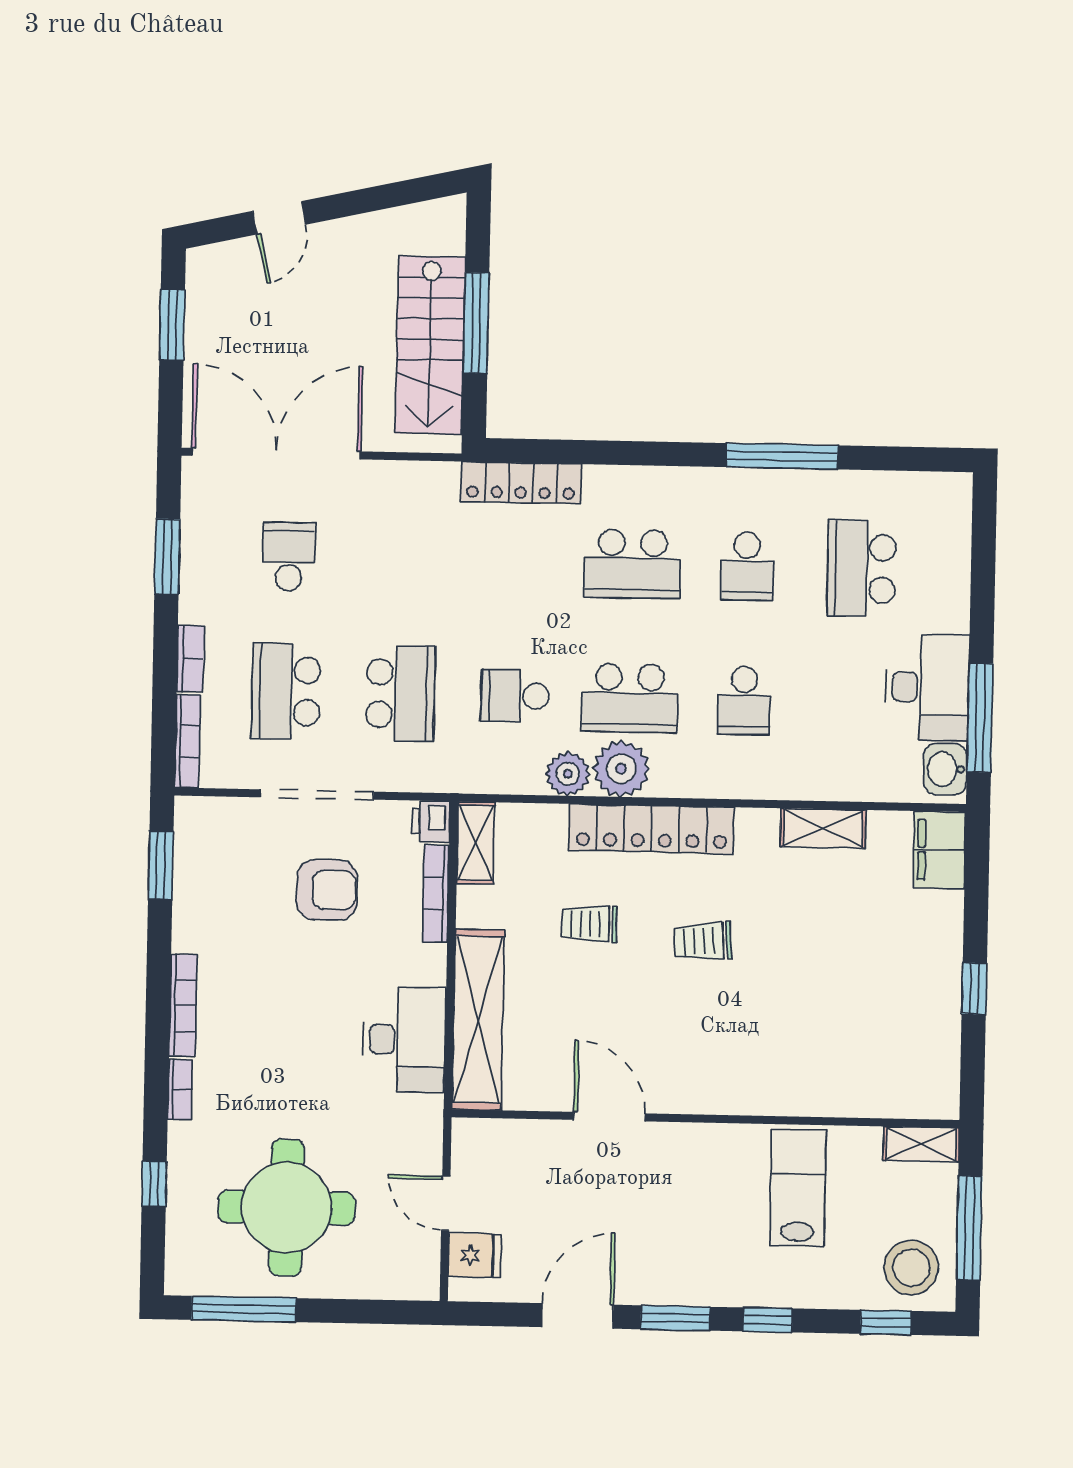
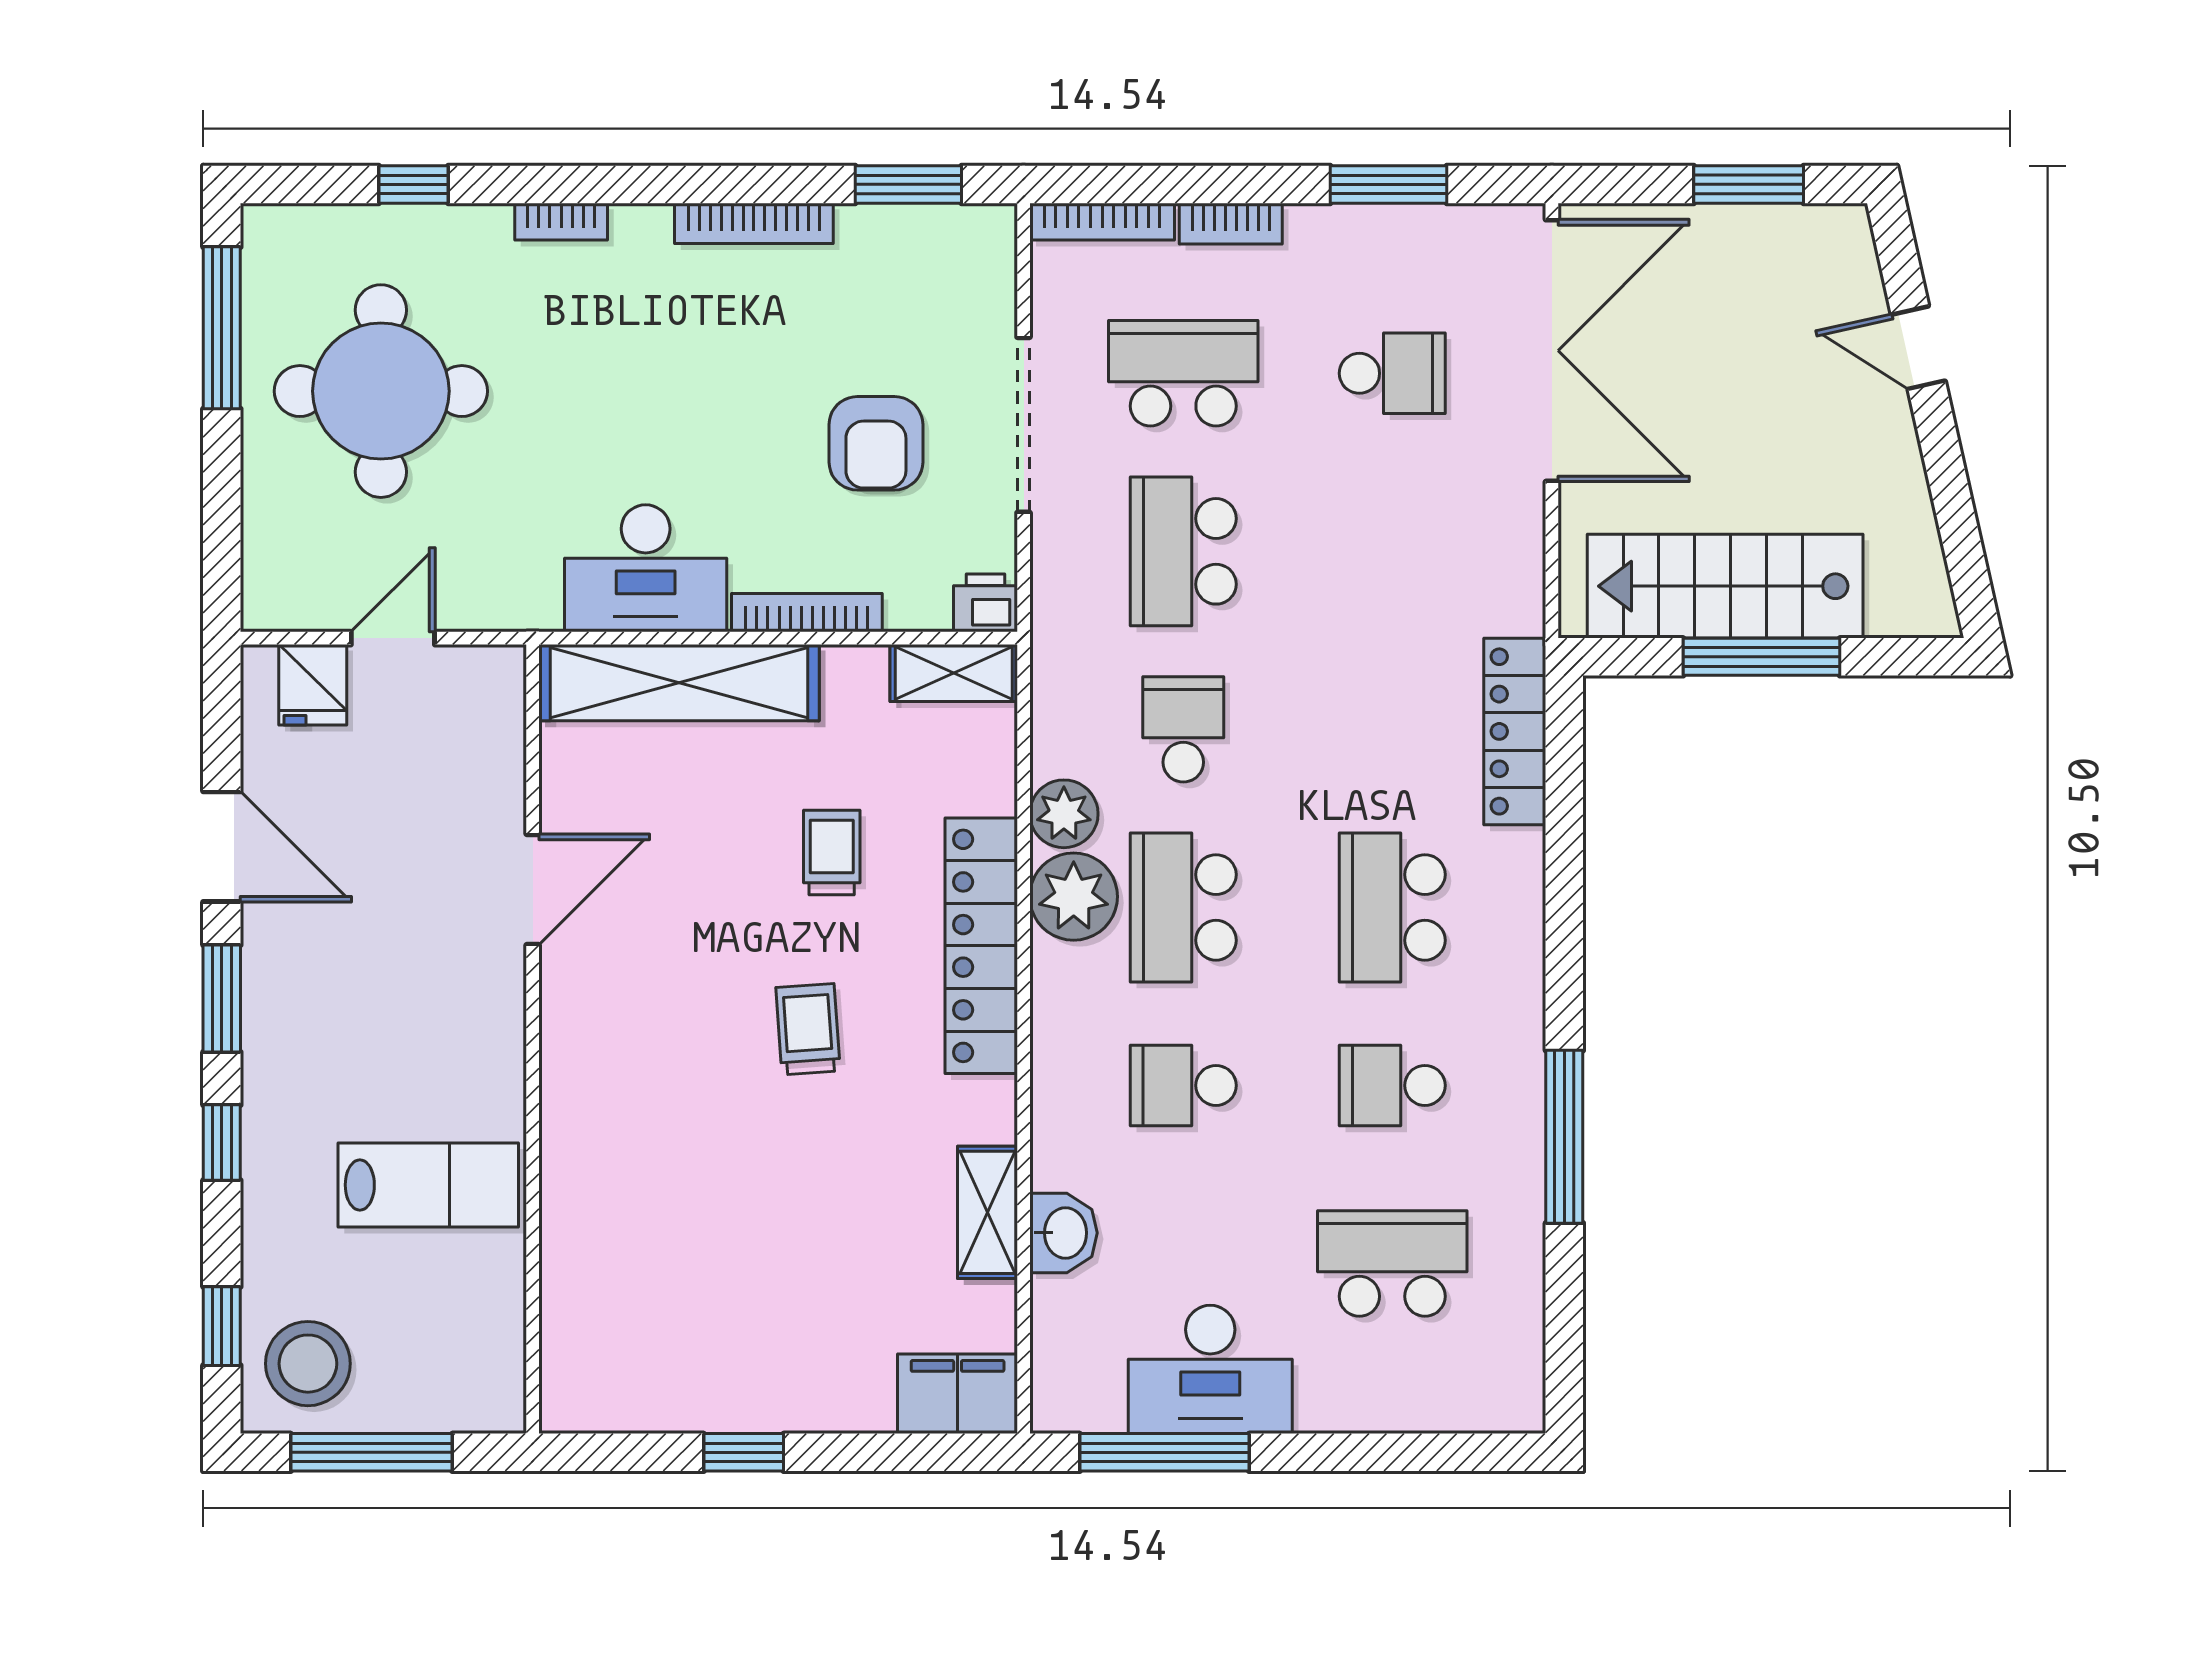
school desk: (401, 693) -> (1183, 551), turned 90
washbasin: (945, 769) -> (1063, 1233), moved, turned 90
bookcase: (436, 894) -> (807, 613), moved
bookcase: (183, 1005) -> (754, 223), moved
shelving: (921, 1144) -> (500, 1375), removed

